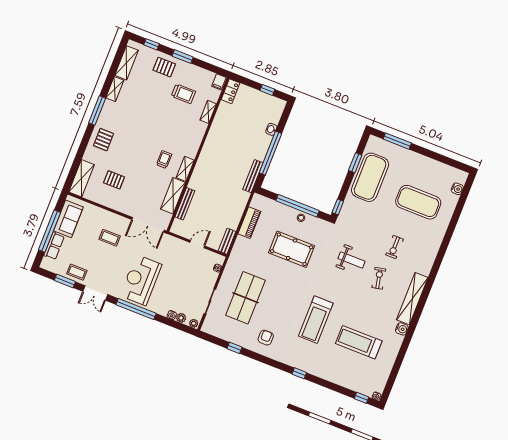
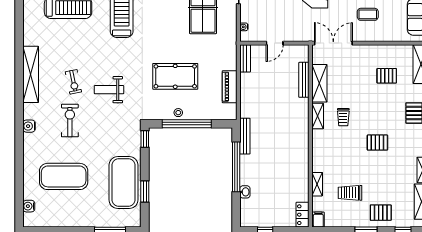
pallet: (144, 127) -> (377, 143), added
exercise bike: (395, 247) -> (70, 121), width x1.38, depth x1.39
water cooler: (402, 329) -> (29, 126), moved

